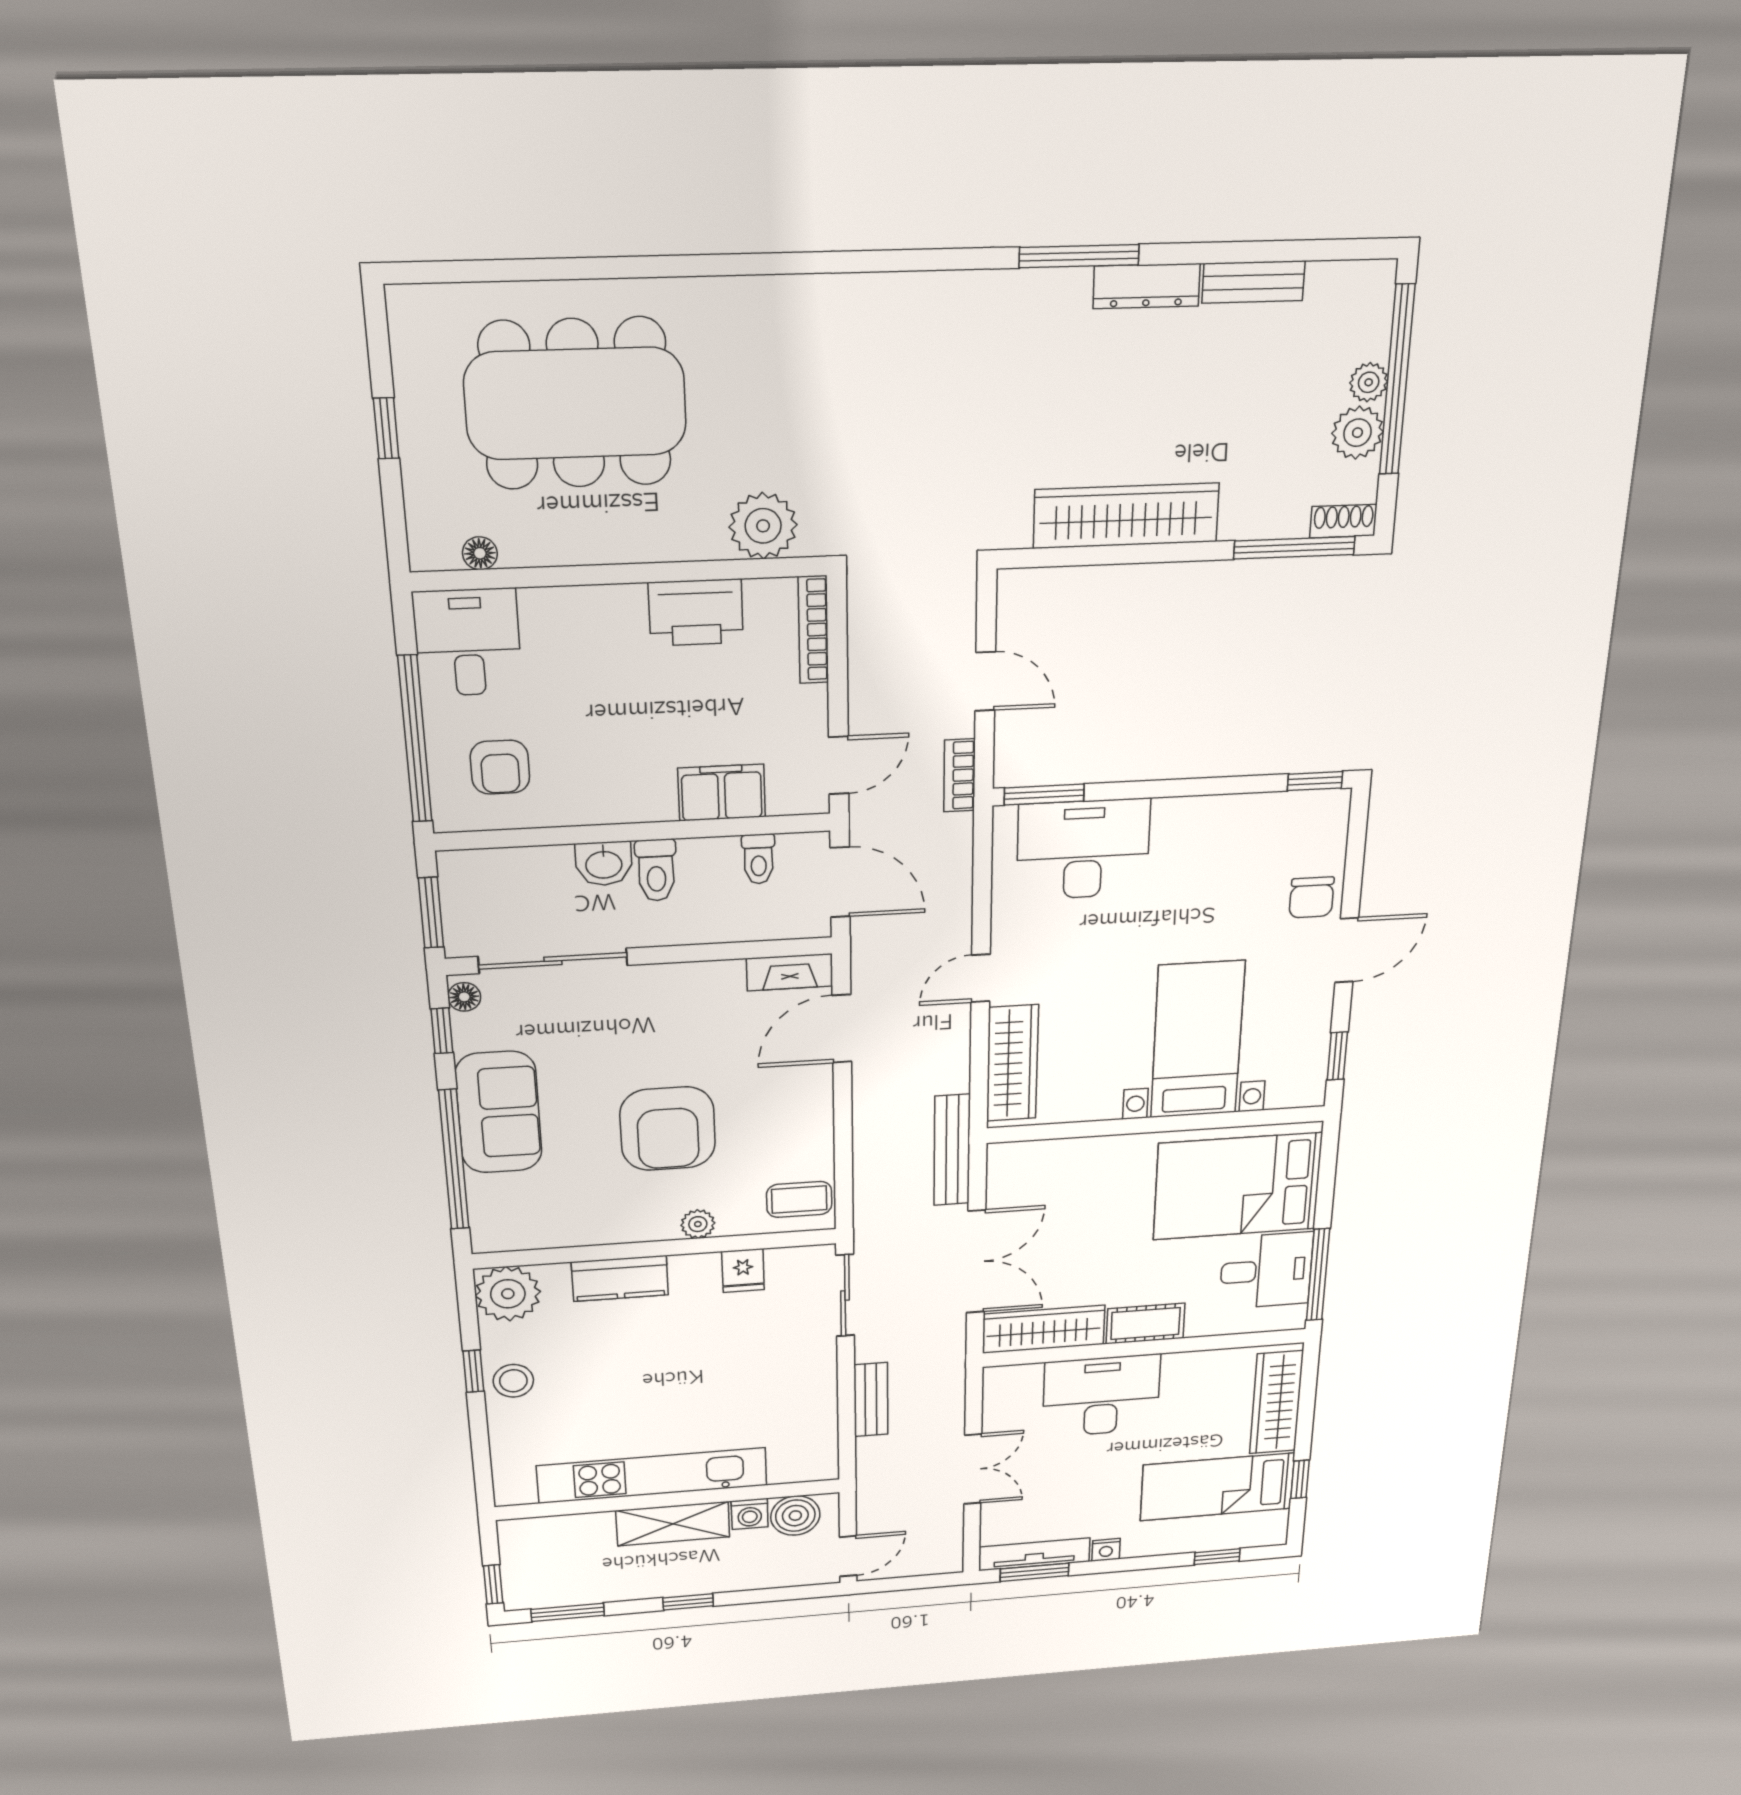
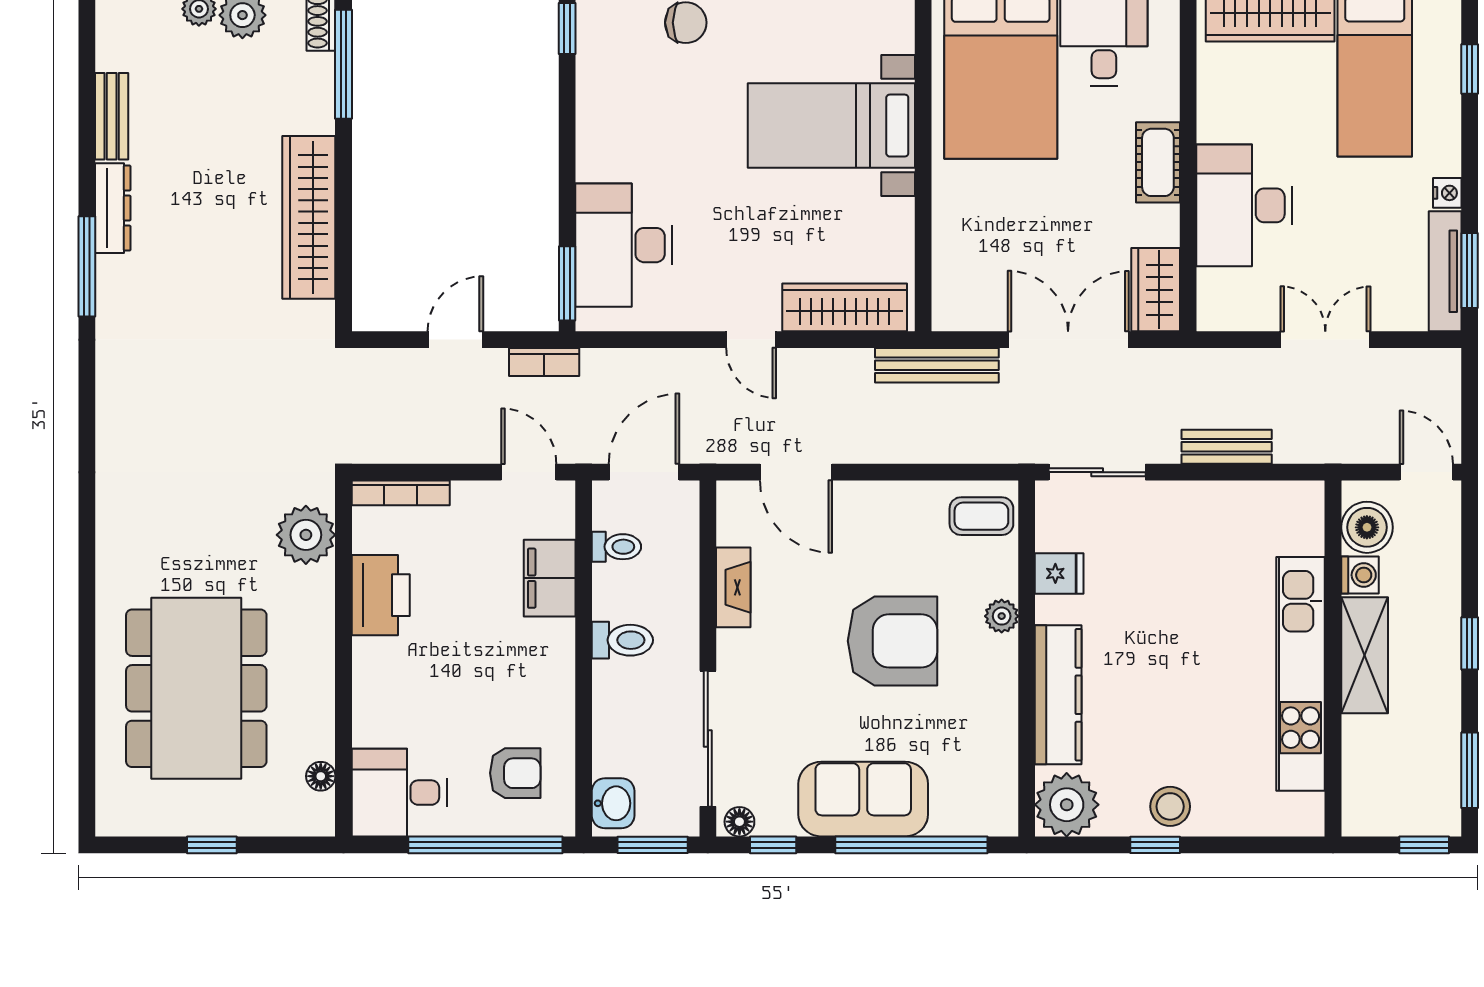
washbasin: (604, 864) -> (613, 803), moved
fireplace: (790, 972) -> (733, 587), moved
coffee table: (799, 1199) -> (981, 516), turned 90
kitchen counter: (620, 1278) -> (1058, 695), width x1.50
wardrobe: (1044, 1329) -> (1156, 290), width x0.67

